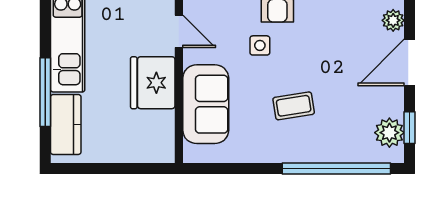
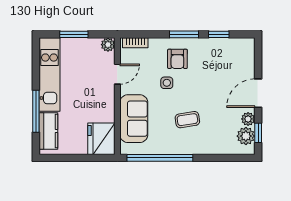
plant: (393, 20) -> (248, 119), moved
door: (179, 31) -> (117, 74), hinge flipped
fridge: (153, 83) -> (101, 139), moved
window: (336, 168) -> (160, 158), moved

